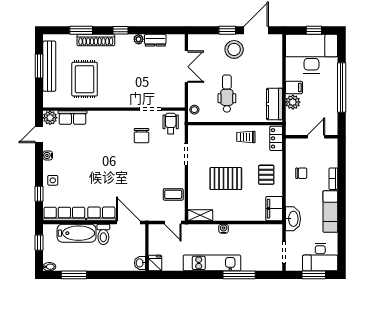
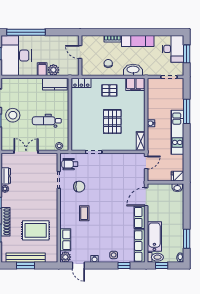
window: (342, 88) -> (26, 32), moved
trolley: (246, 137) -> (80, 106), removed
coffee table: (173, 194) -> (84, 213), moved
washbasin: (293, 219) -> (133, 70), moved
toilet: (103, 234) -> (155, 257), moved

